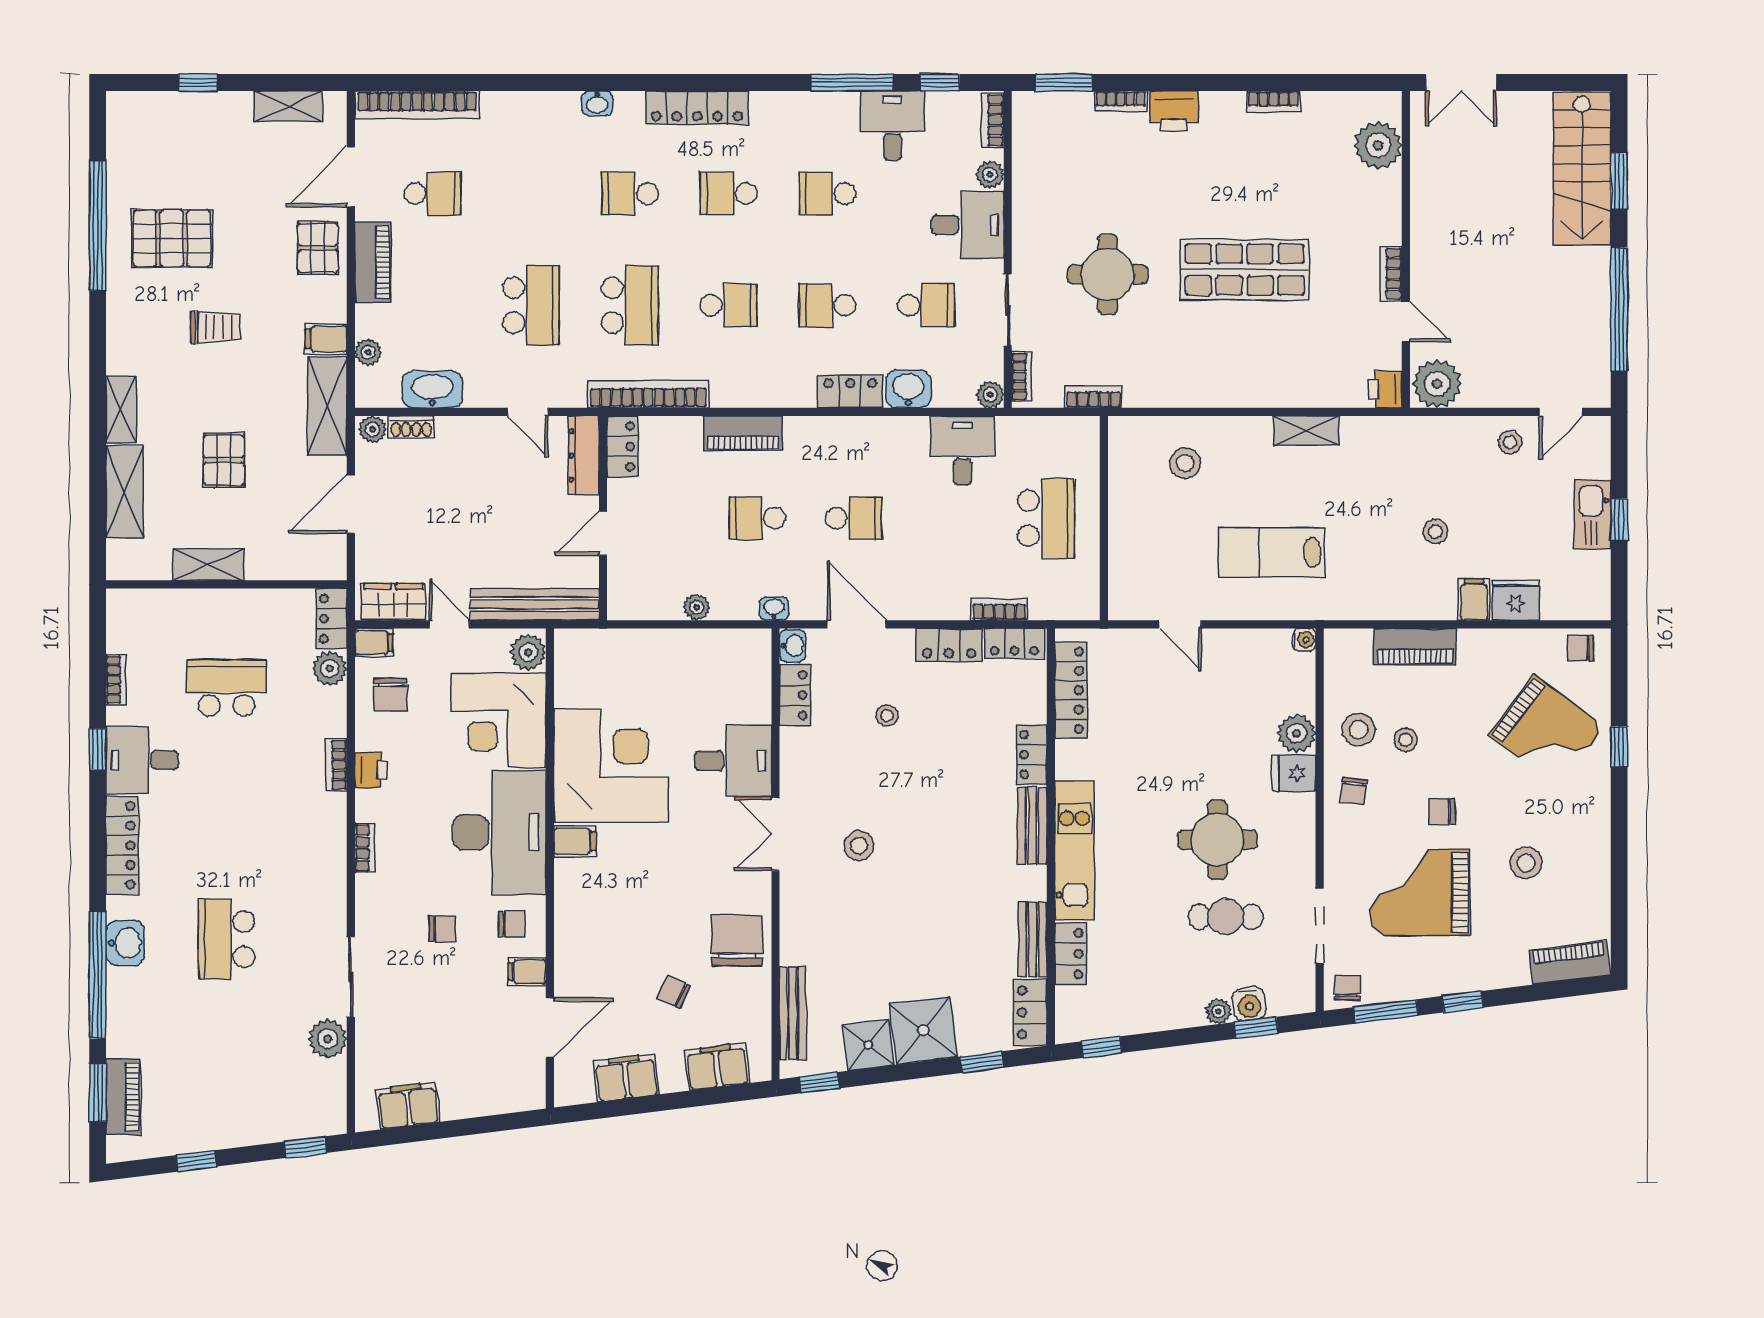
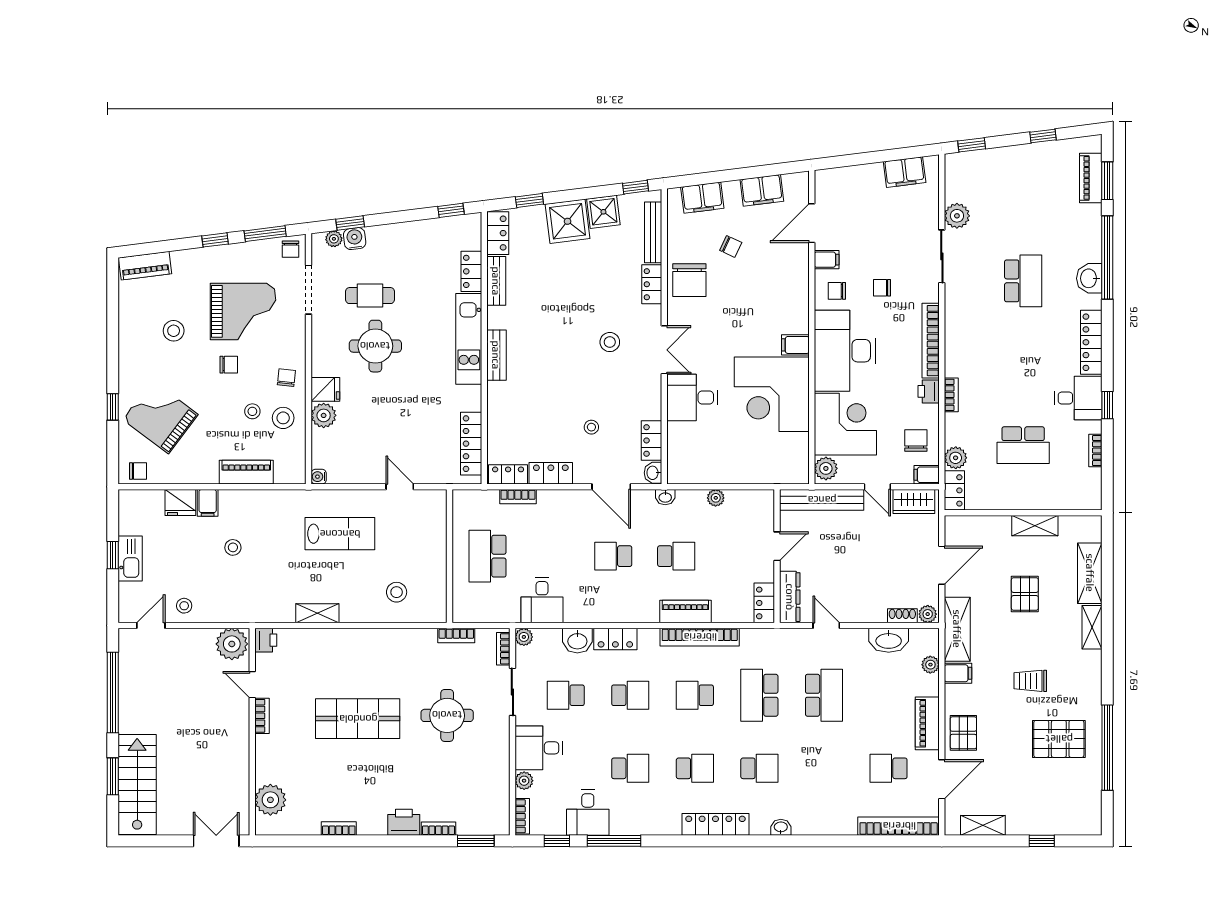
school desk: (531, 305) -> (824, 695), turned 180
bookcase: (648, 394) -> (700, 637), moved
locker: (1032, 755) -> (652, 284), moved, turned 180
bookcase: (365, 848) -> (931, 341), width x2.31, depth x1.31
plant: (1218, 1011) -> (334, 239), moved

